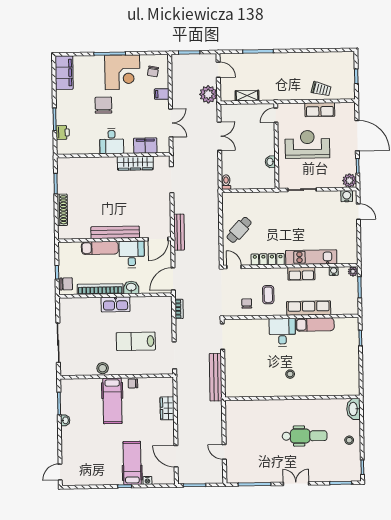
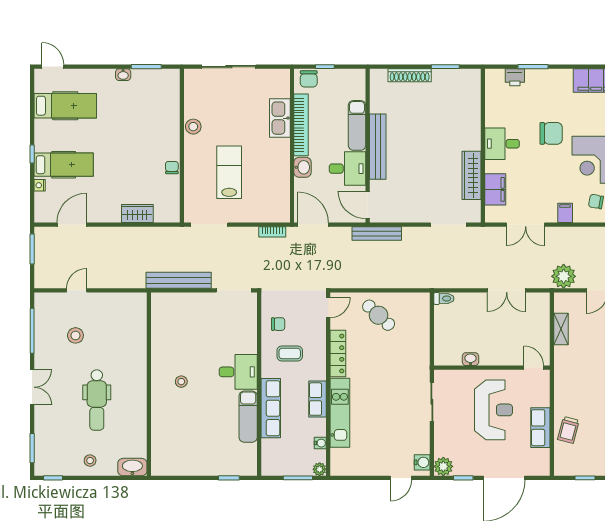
kitchen sink: (116, 304) -> (280, 118), moved
hospital bed: (112, 401) -> (65, 106), moved, turned 180
stool: (257, 452) -> (75, 335), added

